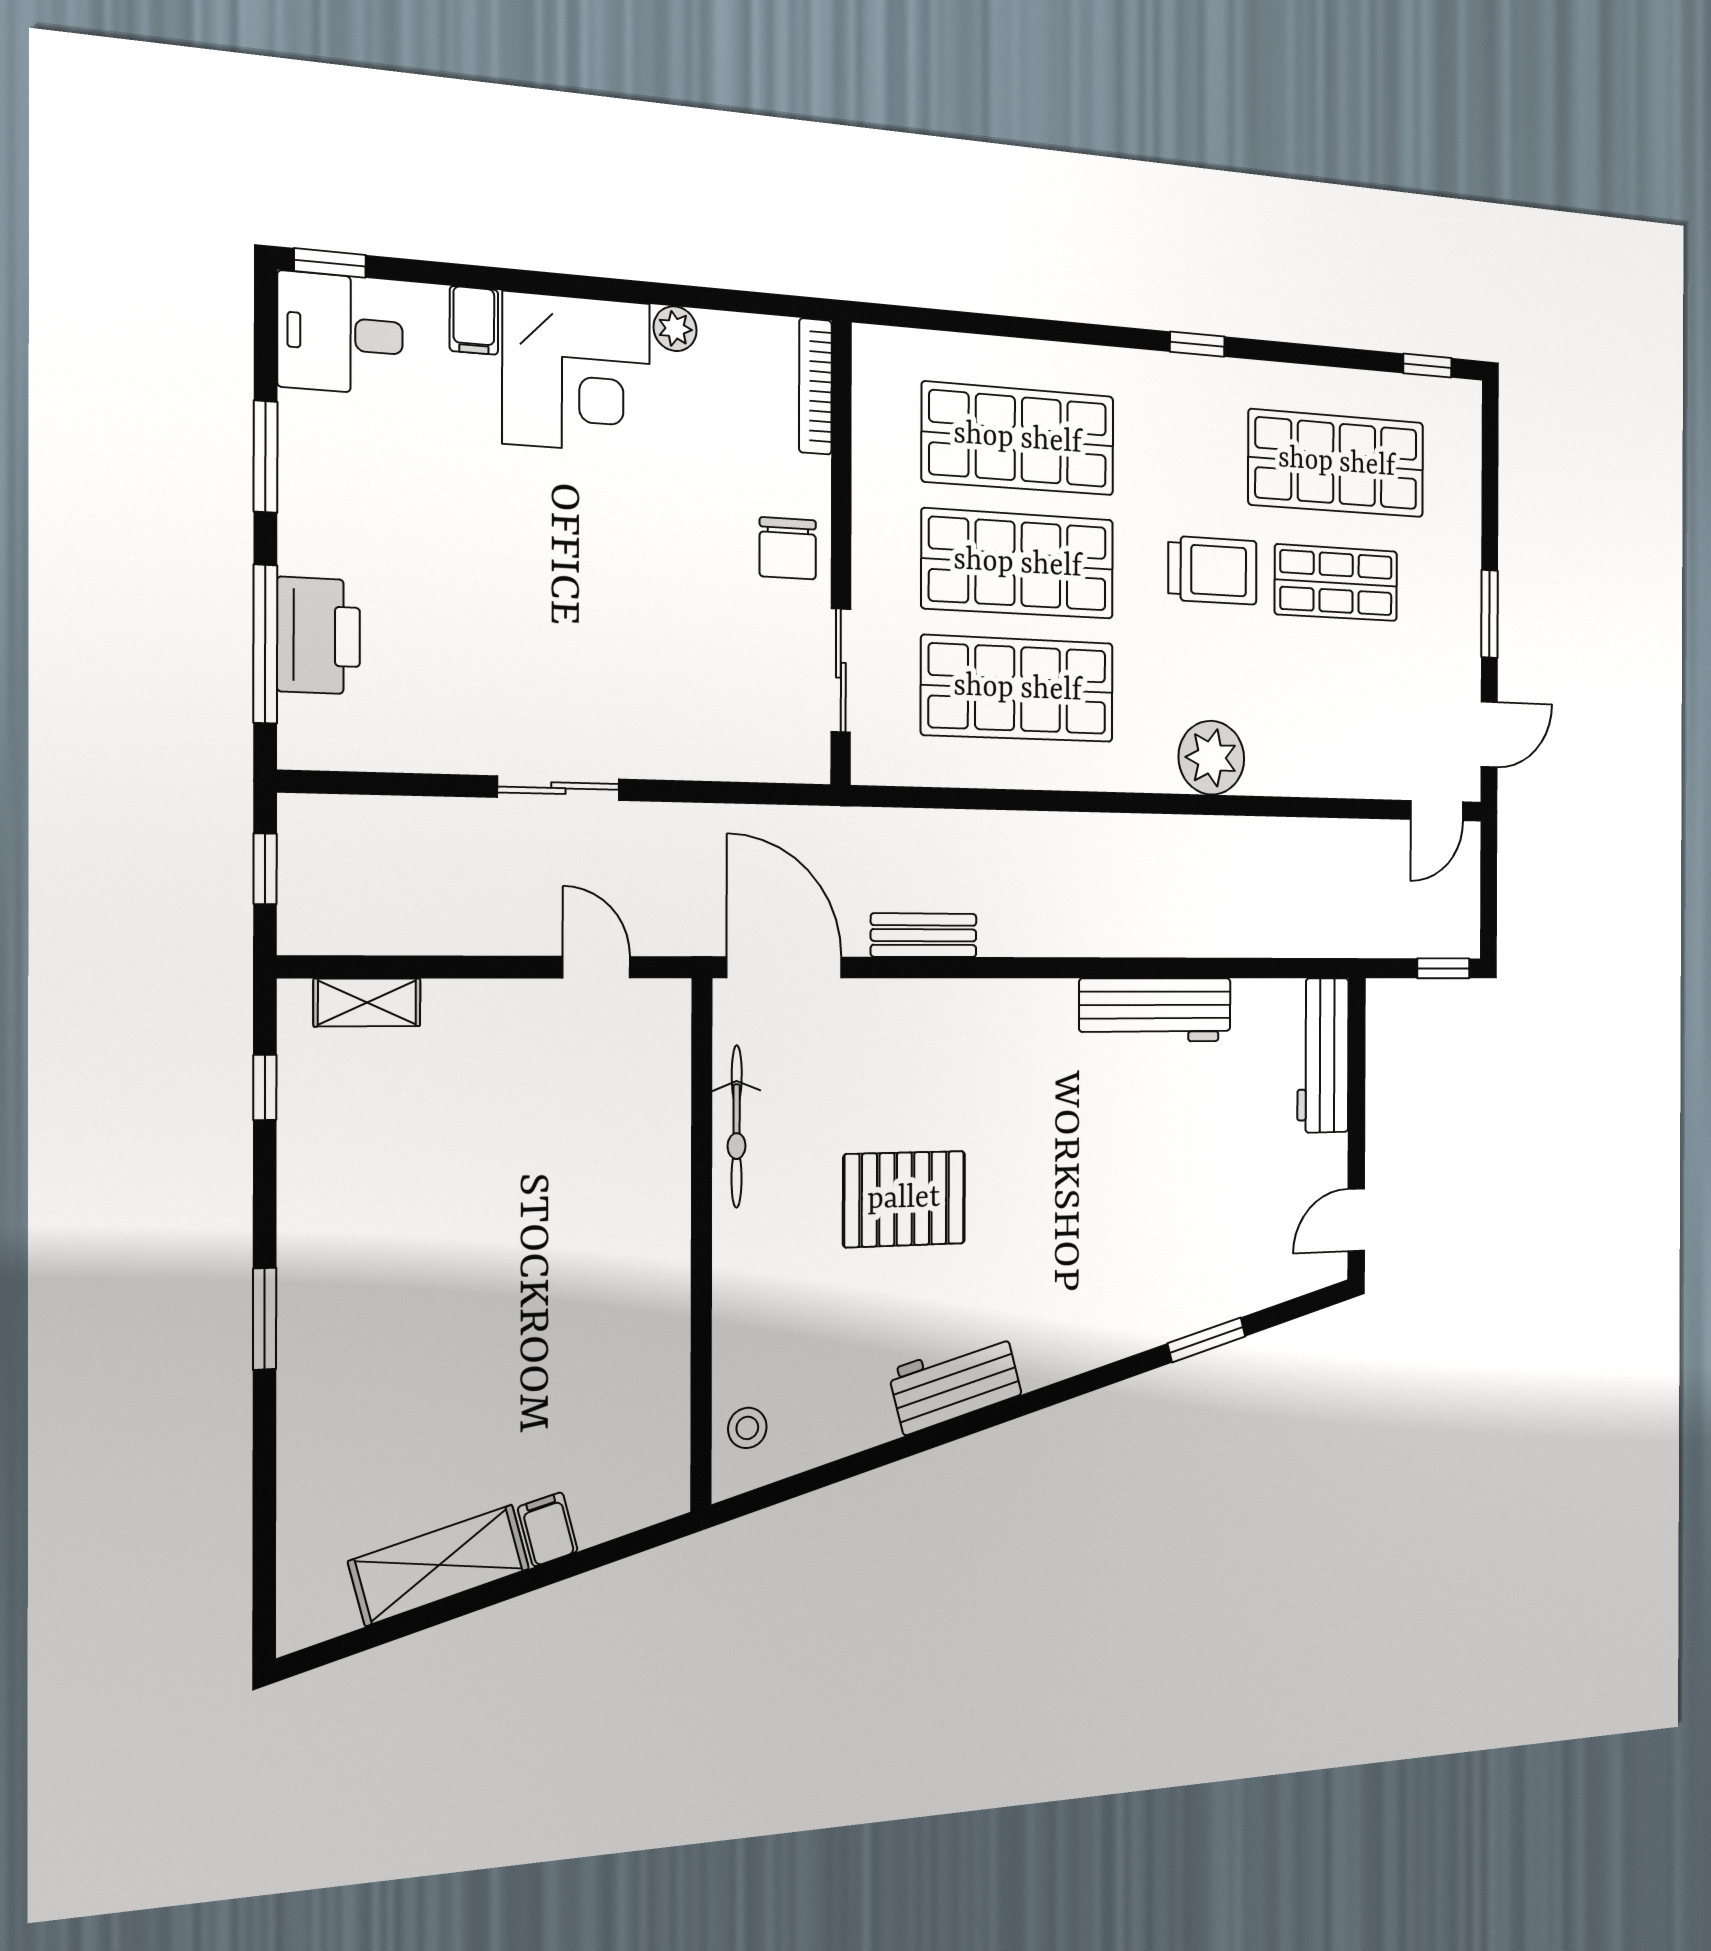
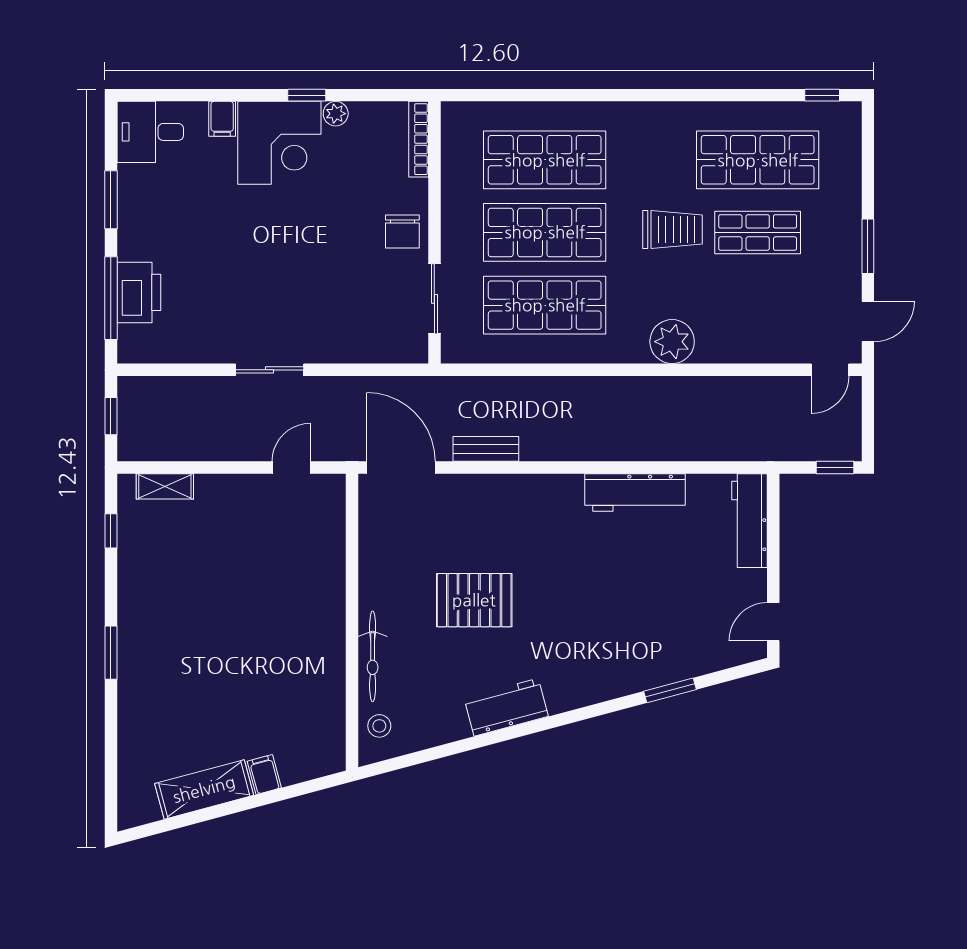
window: (330, 263) -> (307, 95), moved
window: (1197, 344) -> (662, 95), removed
door: (596, 967) -> (291, 467), hinge flipped
bicycle: (737, 1127) -> (373, 656), moved

